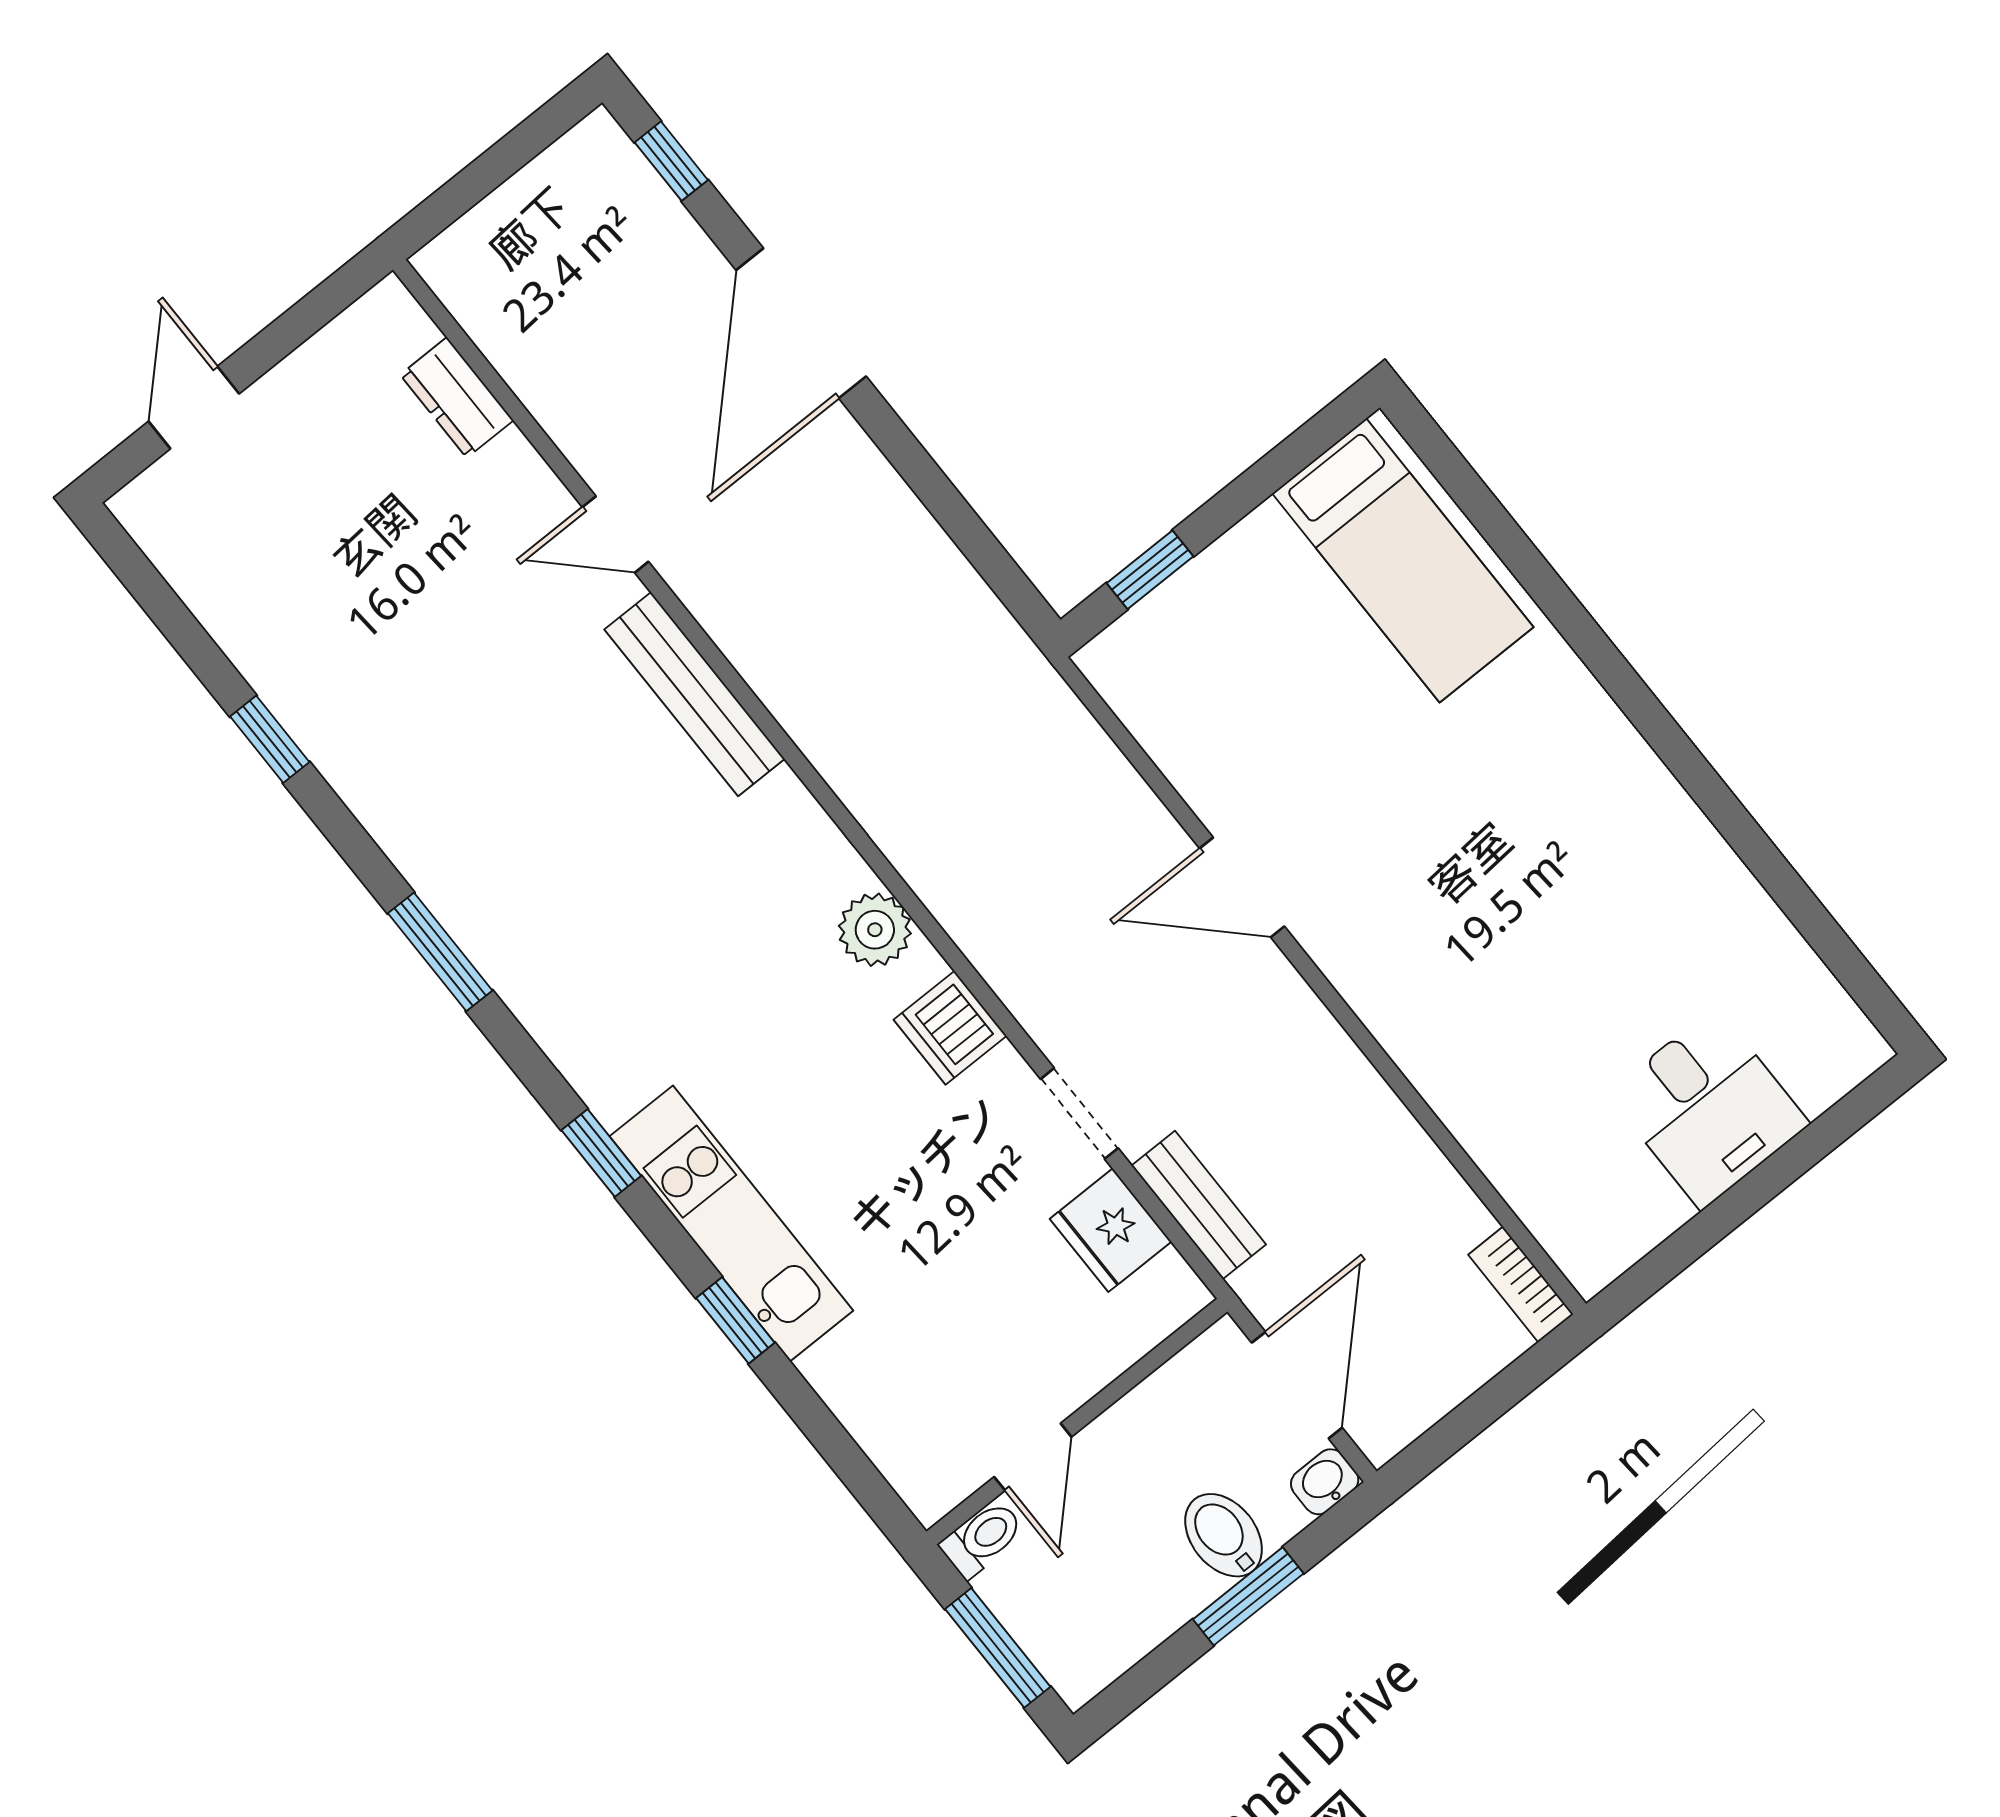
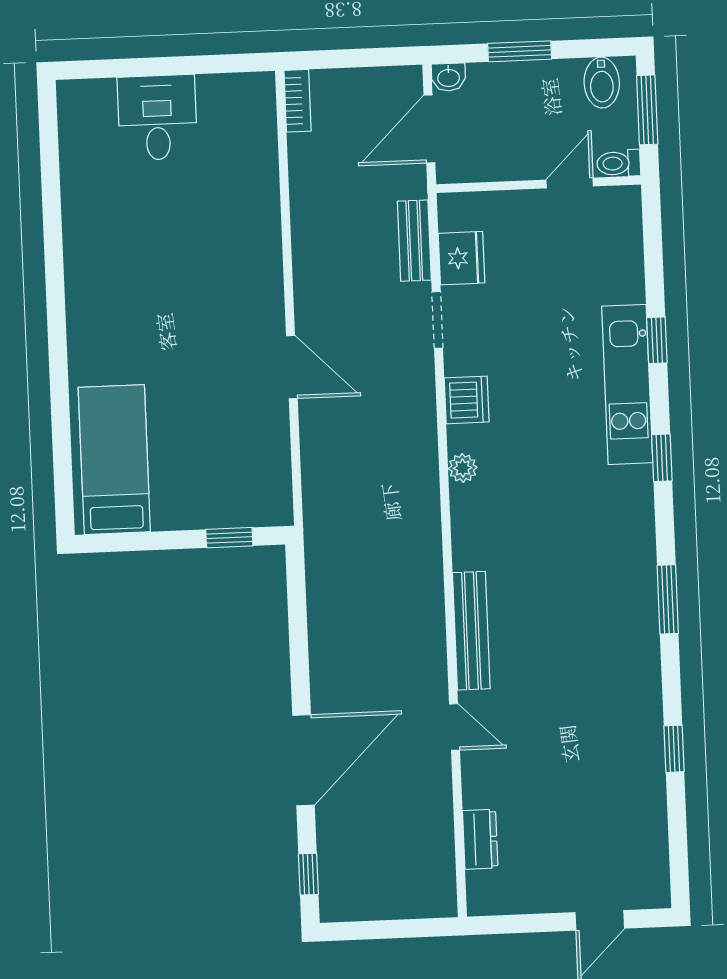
plant: (875, 930) -> (463, 468), width x0.73, depth x0.73
bidet: (1224, 1535) -> (602, 83), moved

